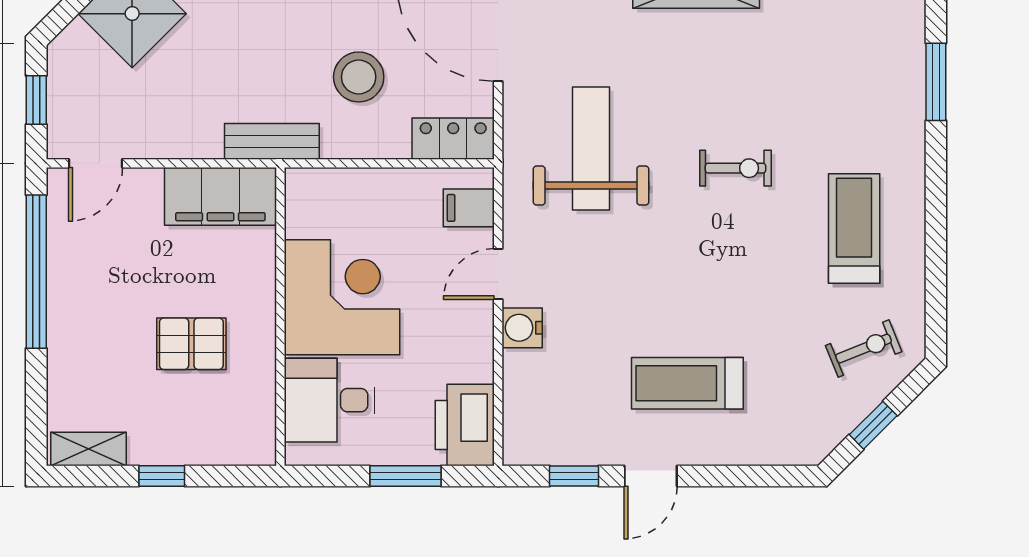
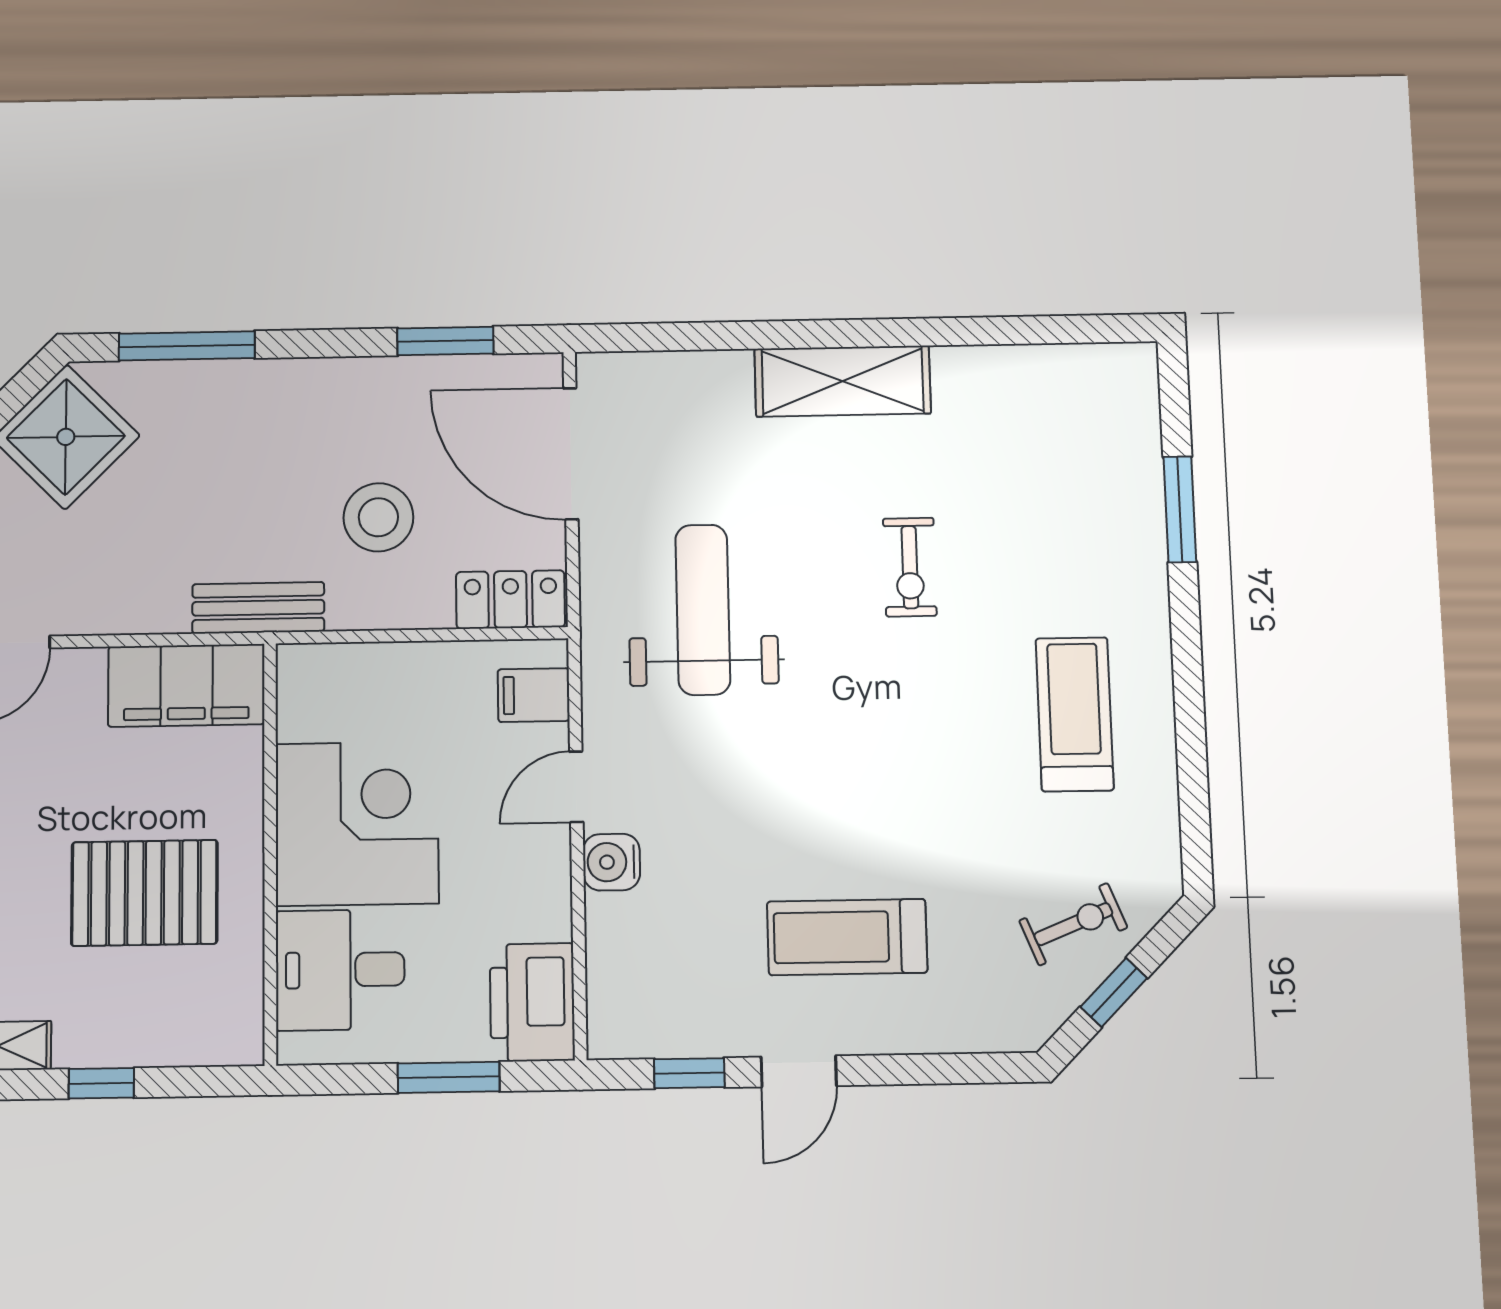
exercise bike: (735, 168) -> (910, 567), moved, turned 90
pallet: (191, 344) -> (144, 893), width x1.50, depth x1.42
exercise bike: (864, 349) -> (1073, 924), moved

